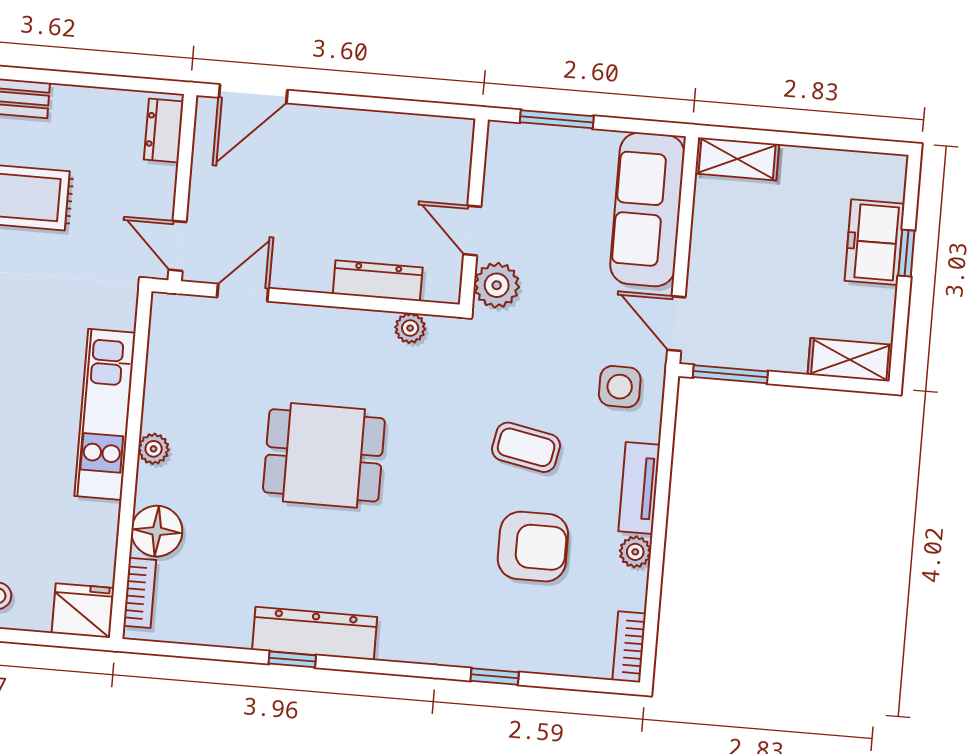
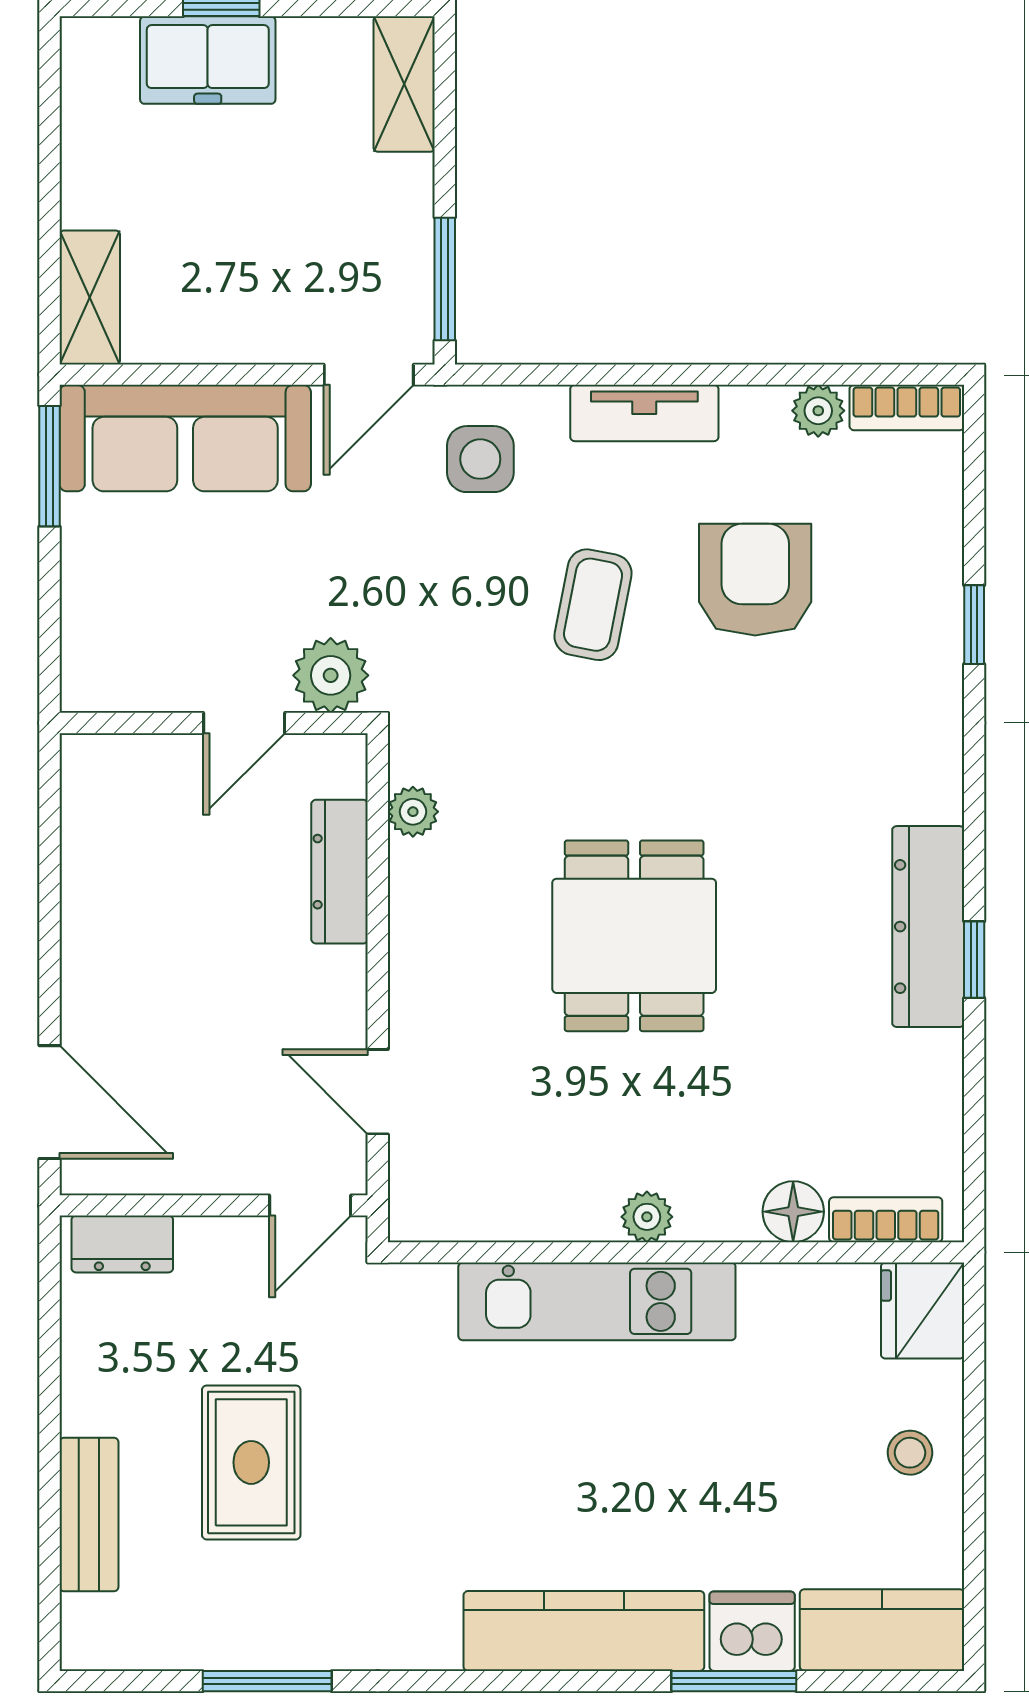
window: (557, 119) -> (49, 466), moved
floor lamp: (157, 531) -> (793, 1212), width x0.73, depth x0.73
plant: (635, 552) -> (818, 411), moved

